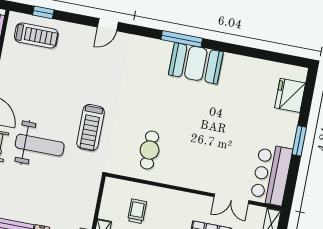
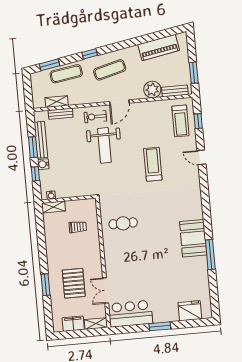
door: (108, 25) -> (201, 157), moved
window: (182, 39) -> (210, 255), moved
treadmill: (91, 128) -> (153, 164), moved, turned 90

